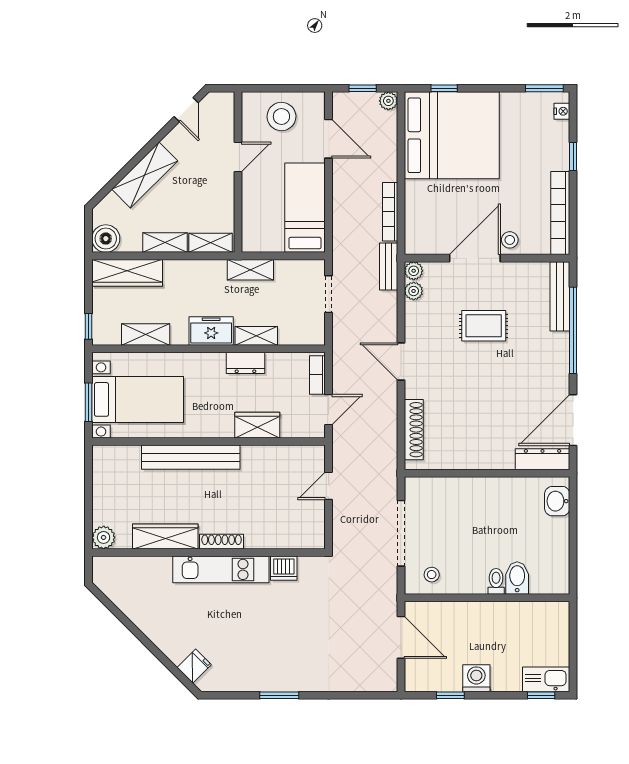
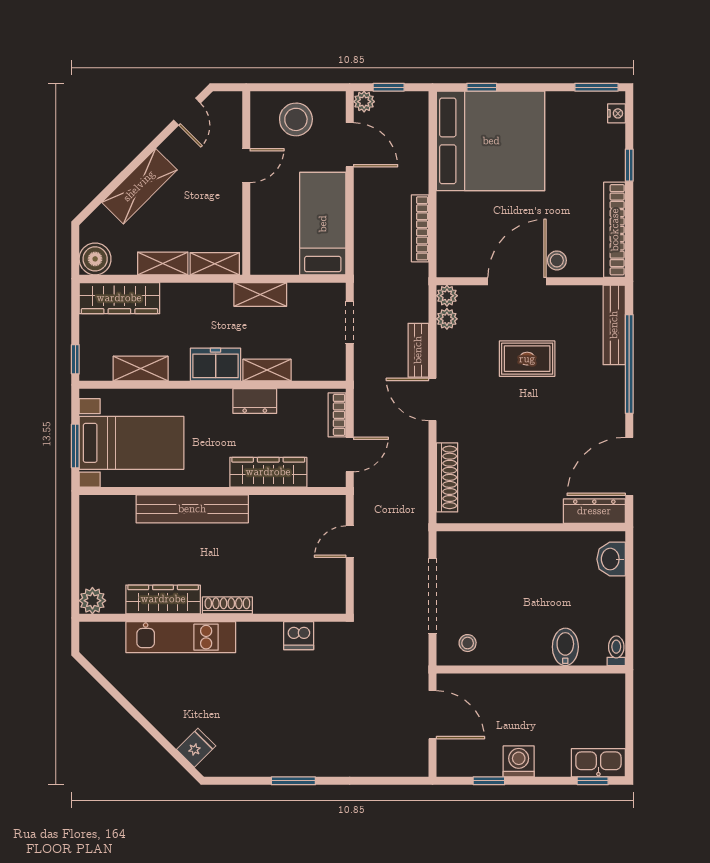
plant: (388, 101) -> (364, 102), moved
bench: (389, 267) -> (418, 350), moved
wardrobe: (257, 425) -> (268, 472), width x1.50
kitchen unit: (221, 569) -> (181, 637), moved
toilet: (496, 581) -> (616, 651), moved

